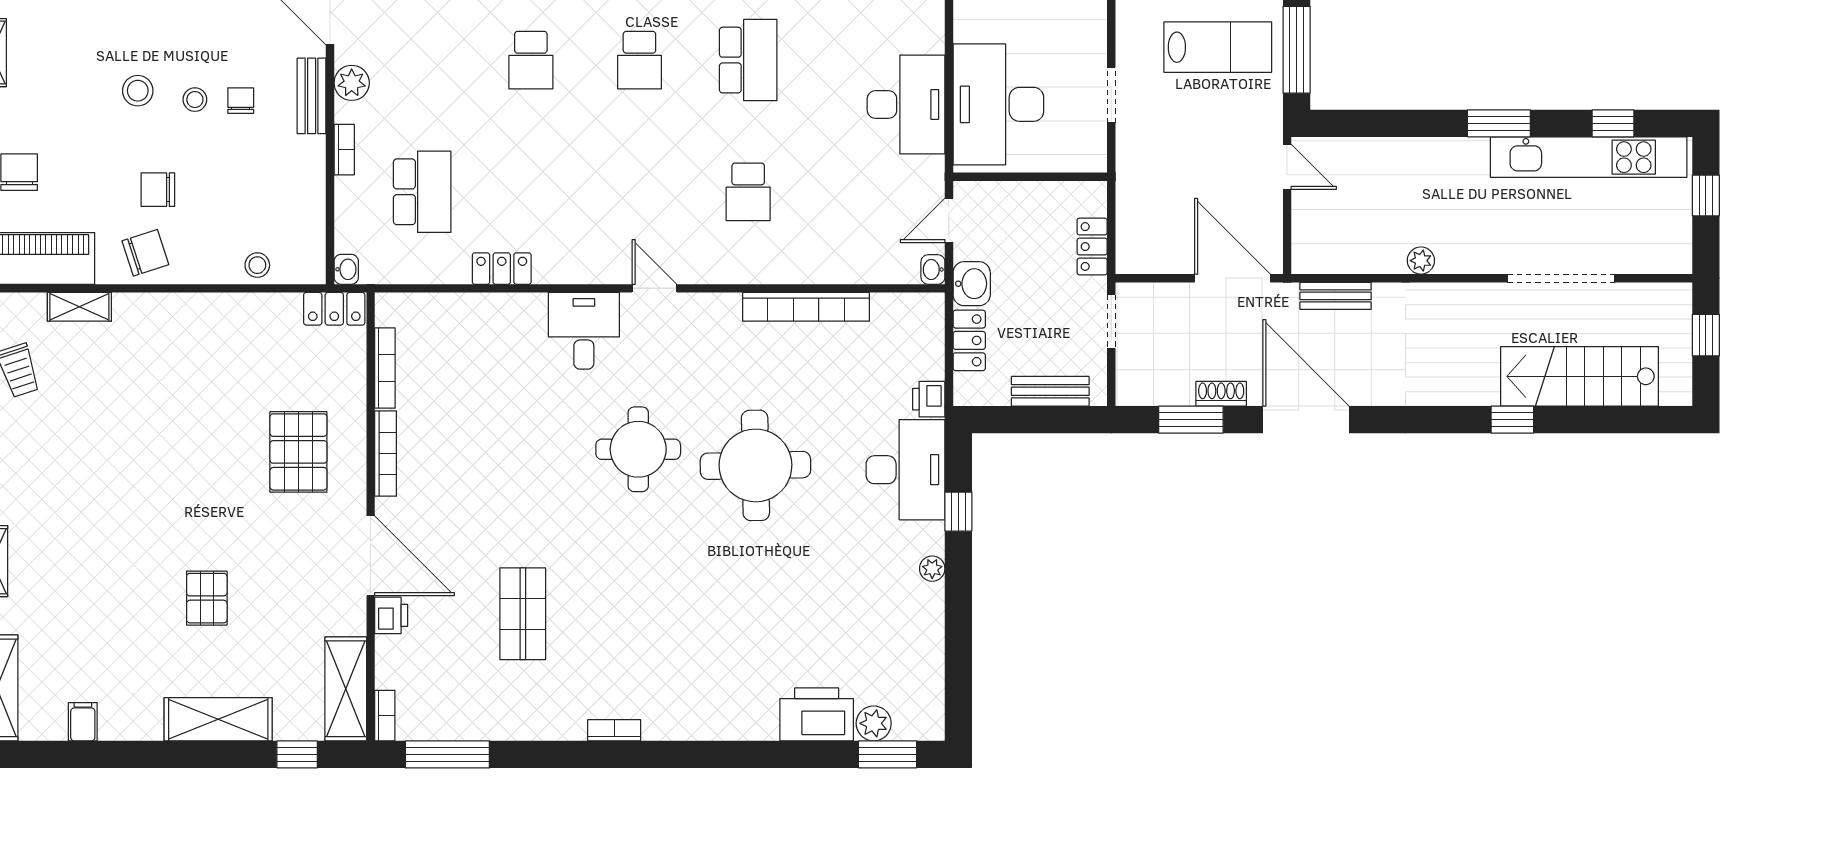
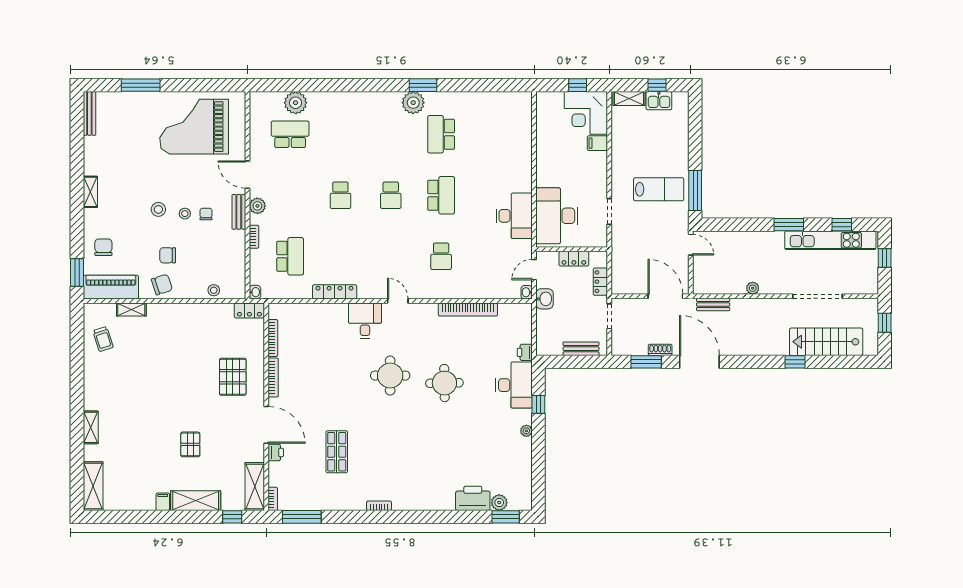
locker: (502, 269) -> (335, 292), width x1.53
locker: (969, 340) -> (574, 259), moved, turned 90
round table: (755, 465) -> (444, 383), width x0.73, depth x0.73
filing cabinet: (83, 722) -> (163, 502), moved

